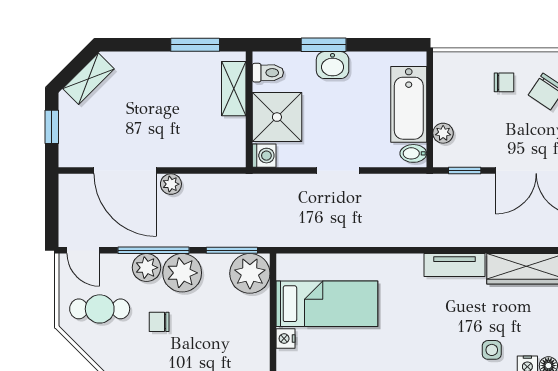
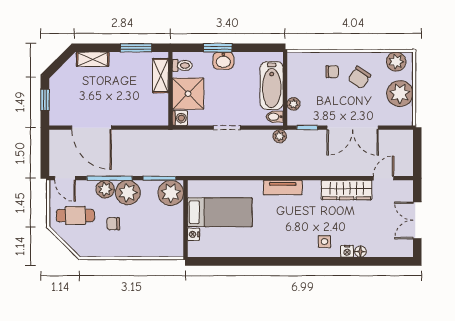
shelving: (88, 79) -> (93, 59), moved, turned 45
plant: (171, 184) -> (280, 136), moved
tv unit: (454, 265) -> (283, 188), moved

